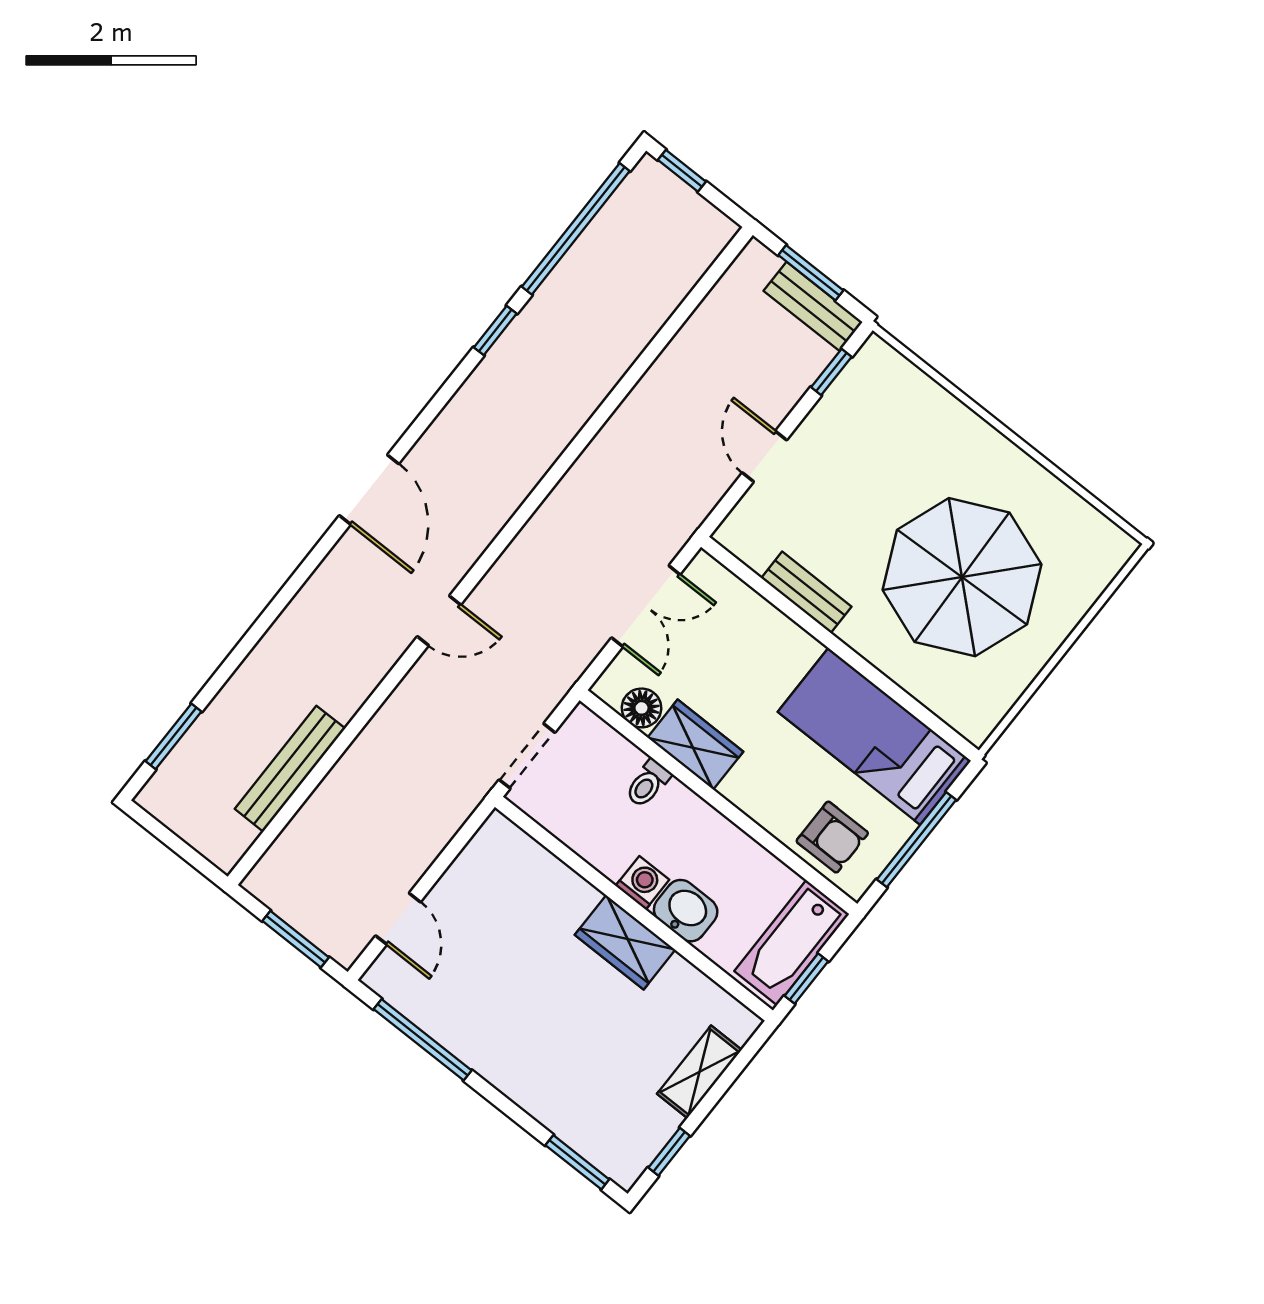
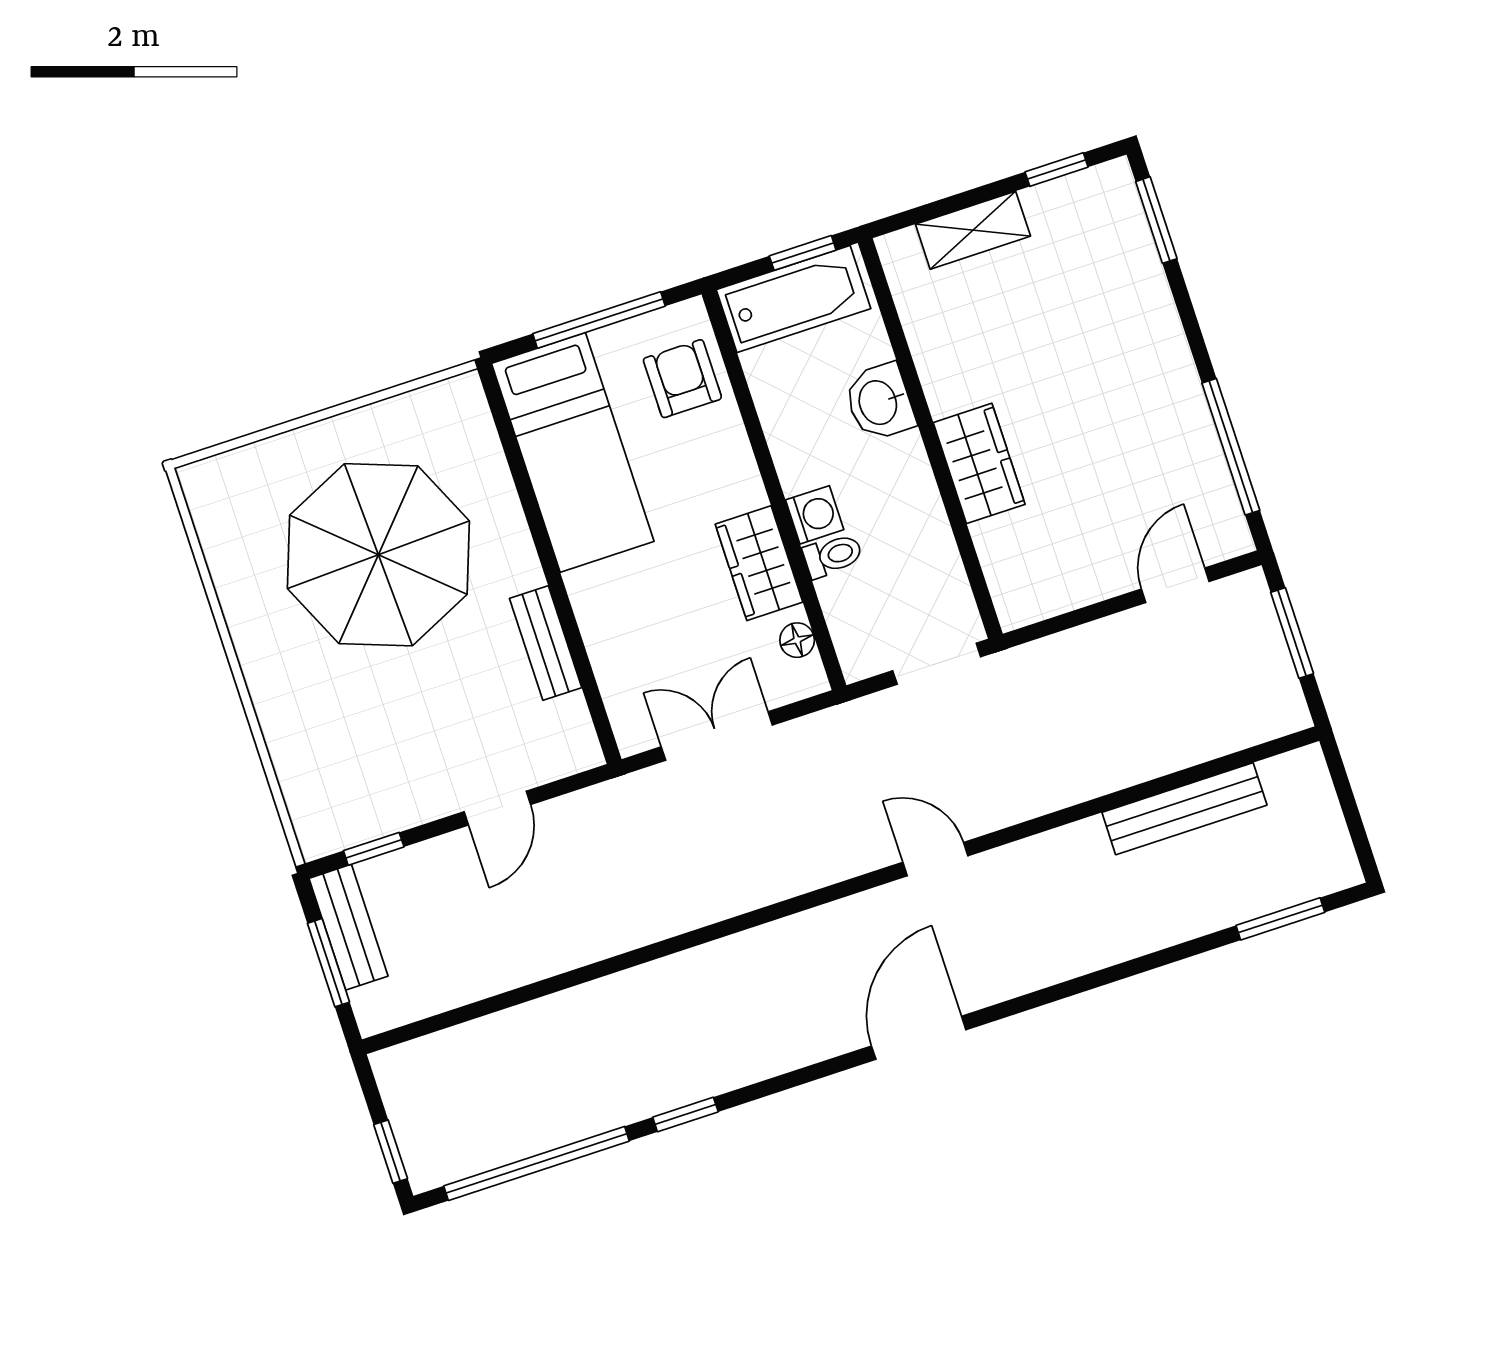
floor lamp: (642, 708) -> (797, 640), width x0.73, depth x0.73
washing machine: (642, 883) -> (815, 515), moved, turned 180
wardrobe: (625, 942) -> (979, 463), moved

